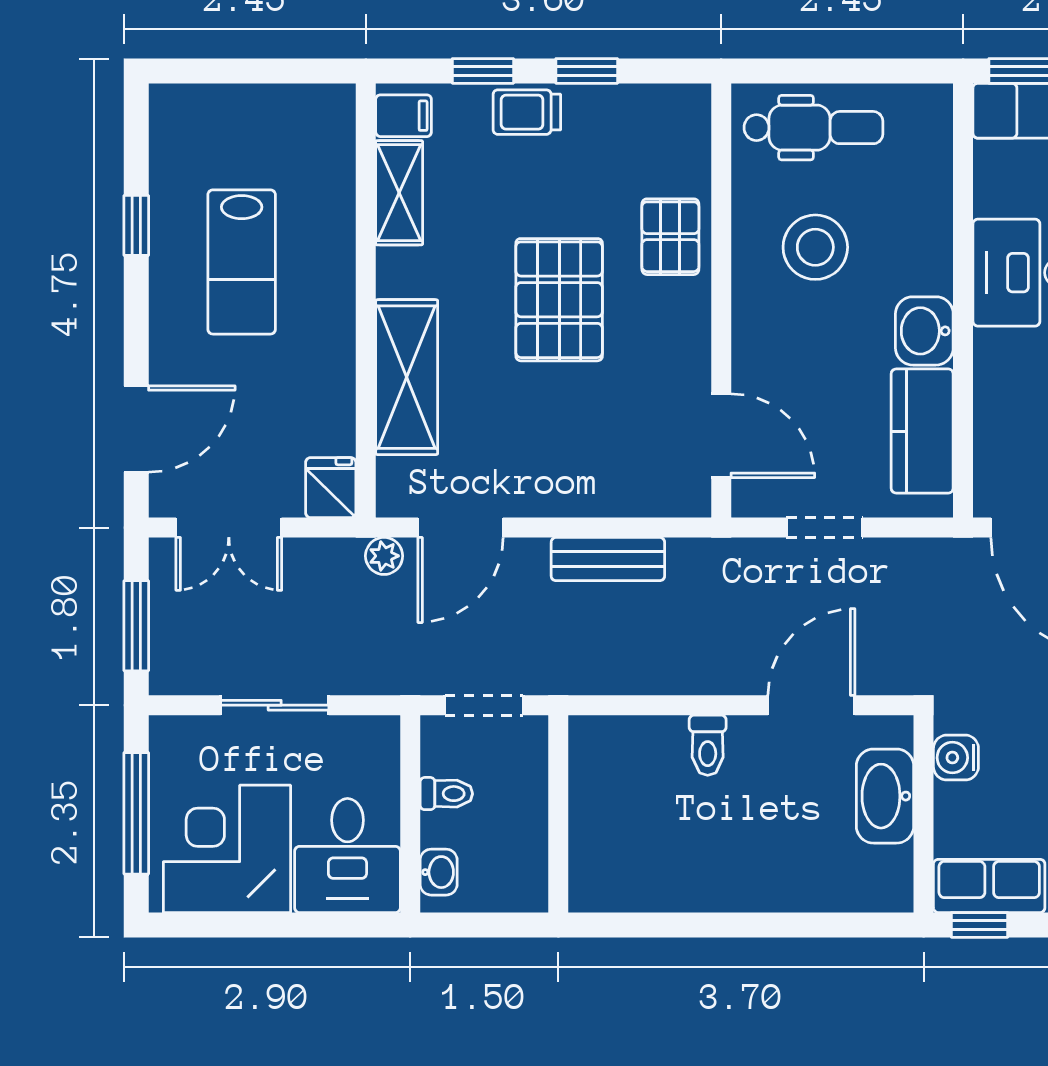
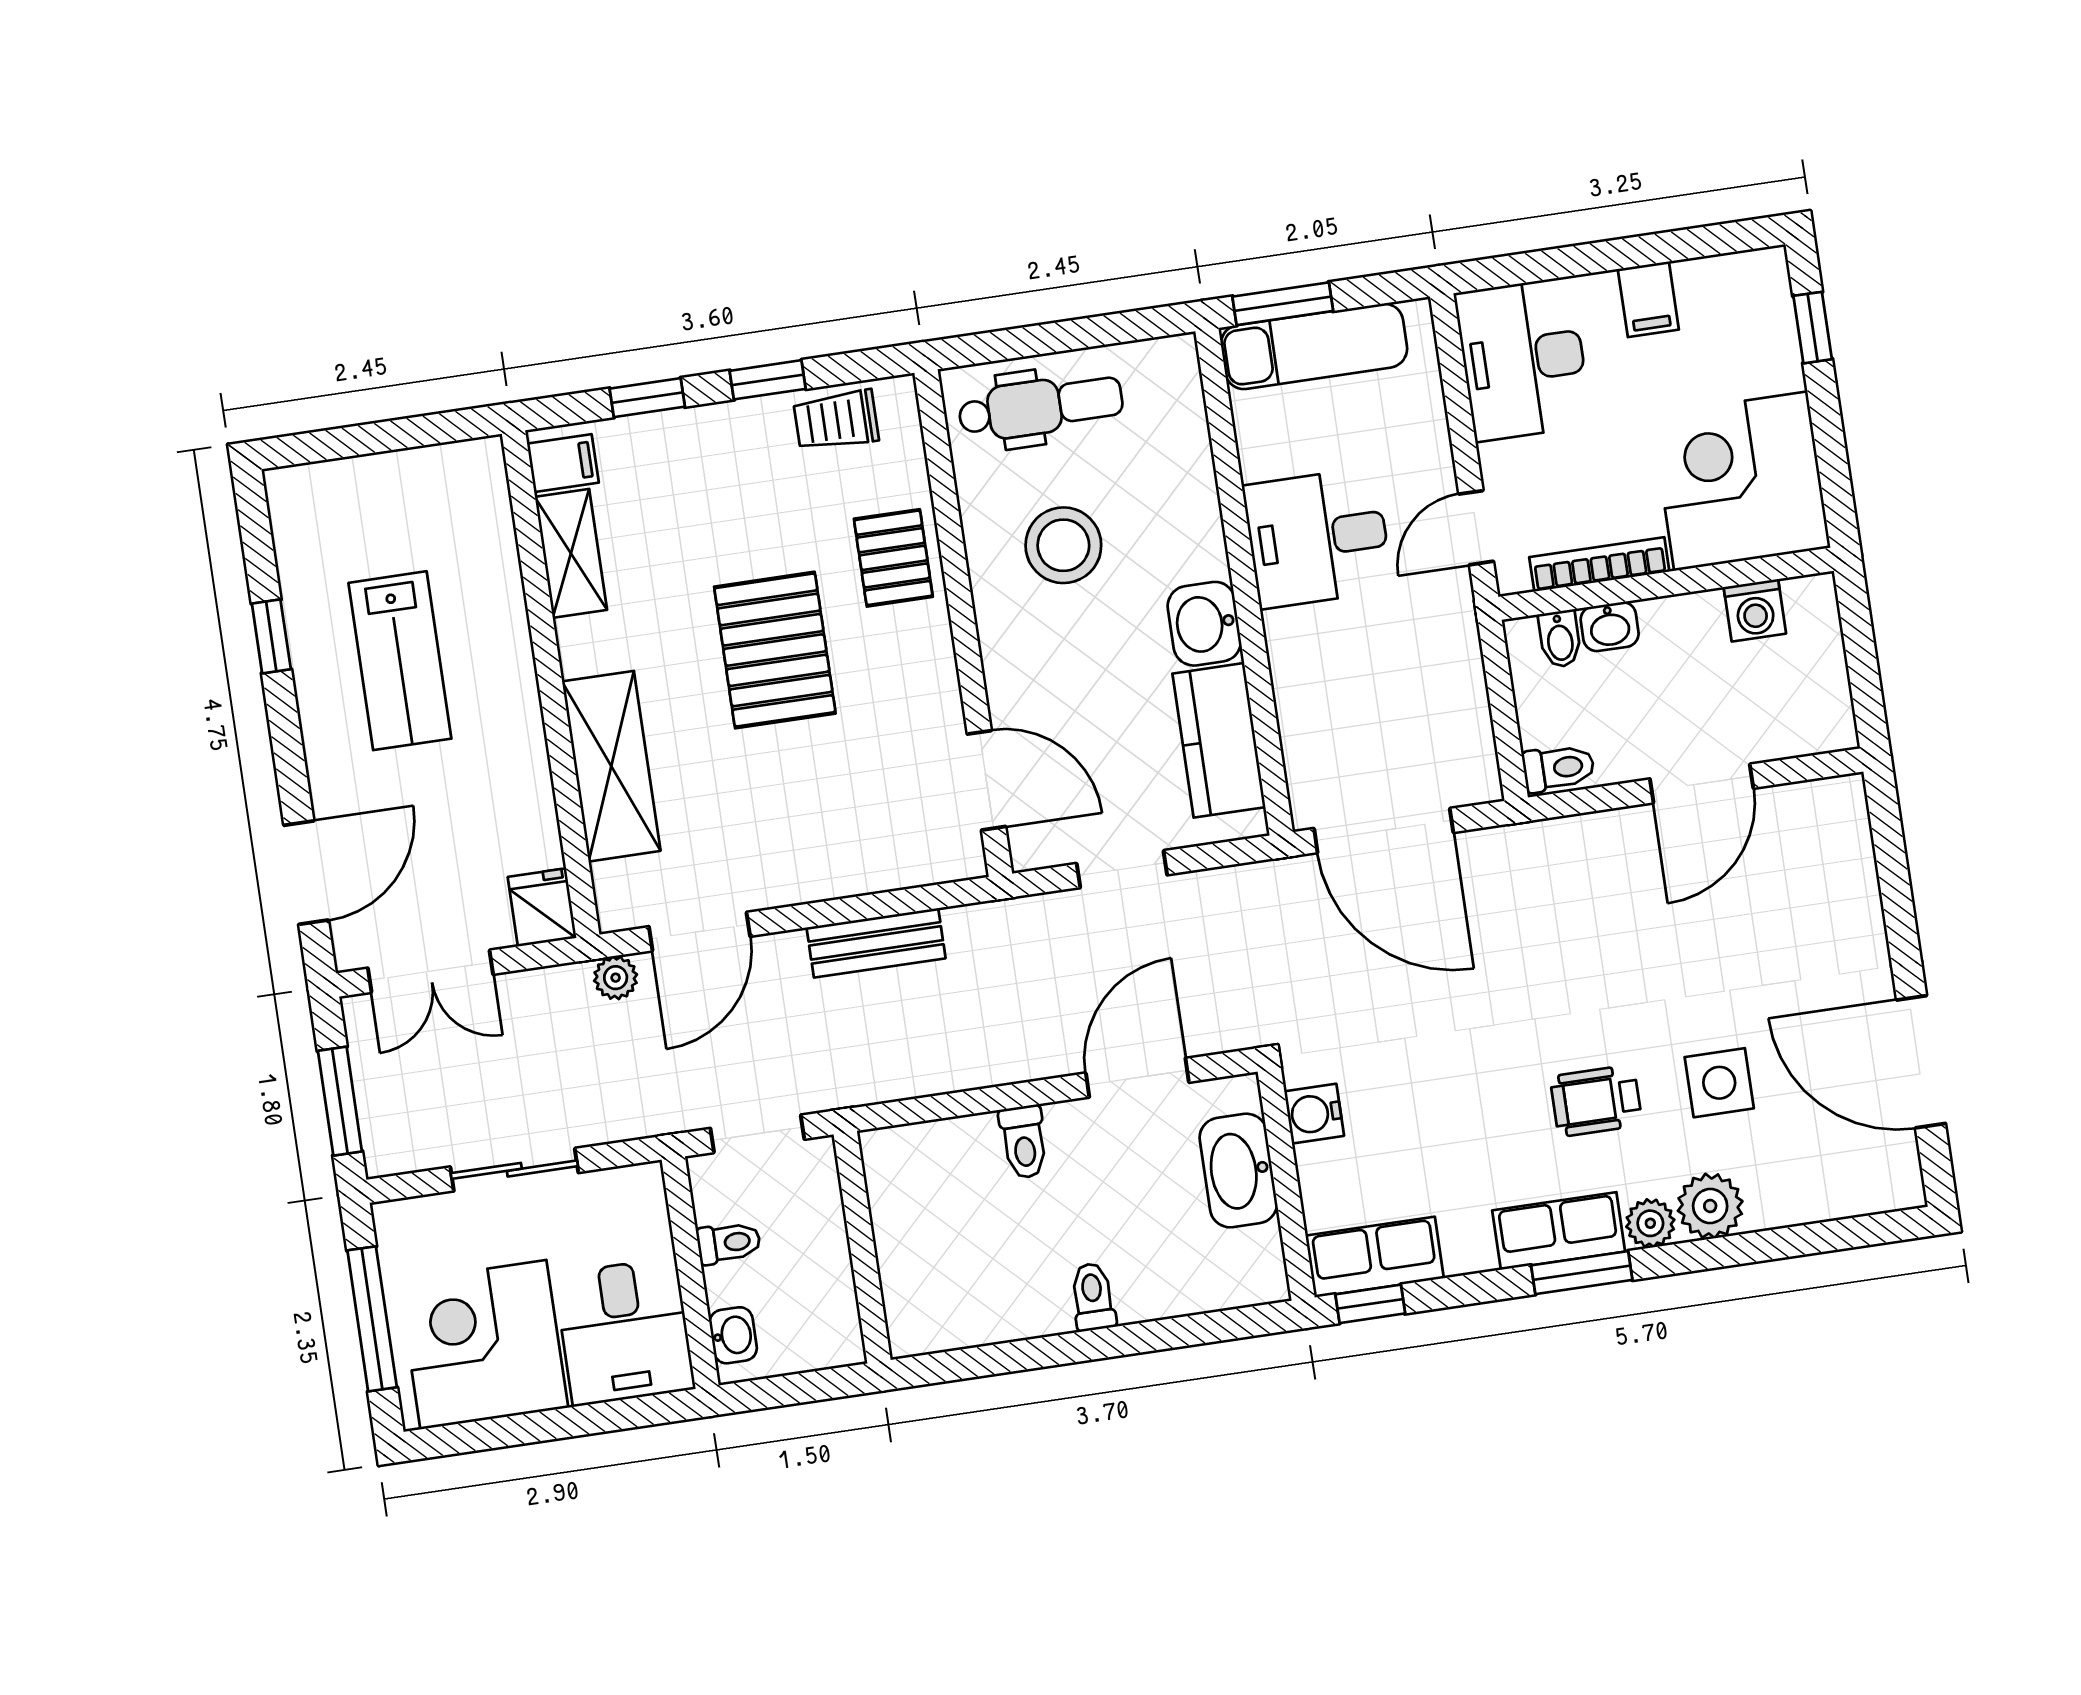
trolley: (527, 112) -> (836, 420), moved
toilet: (747, 885) -> (1093, 1297), added

